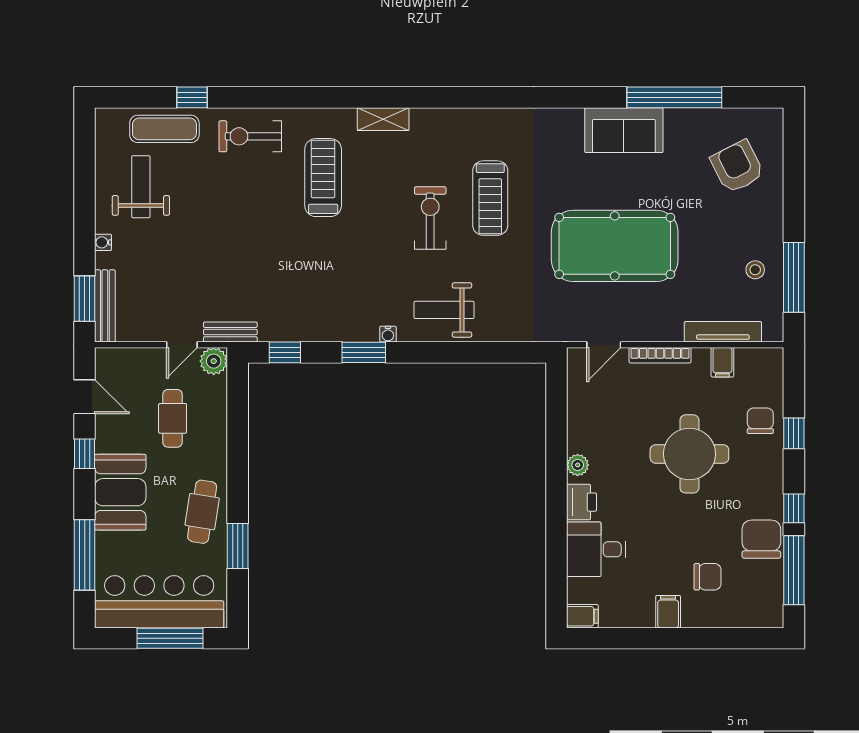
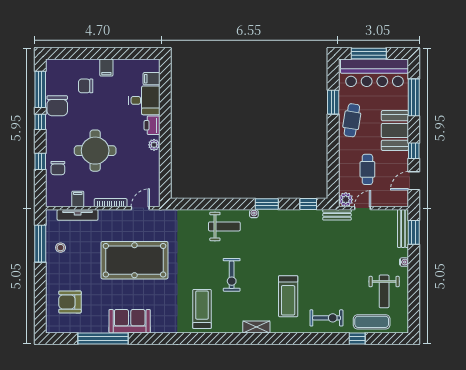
armchair: (737, 167) -> (70, 302), turned 117
treadmill: (490, 198) -> (202, 309), moved
door: (85, 397) -> (414, 181), hinge flipped
filing cabinet: (582, 616) -> (151, 79), moved

